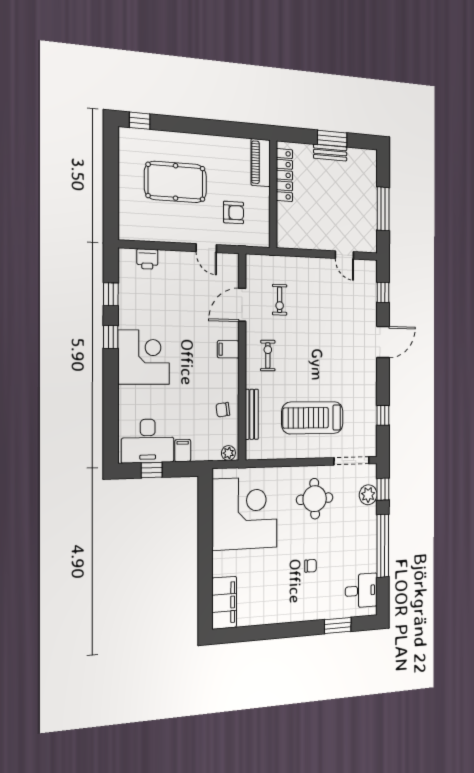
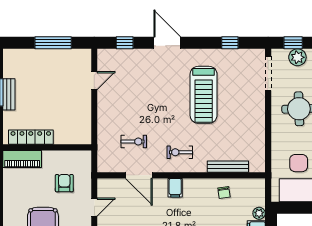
treadmill: (312, 418) -> (204, 95), moved
plant: (228, 453) -> (259, 213), moved

